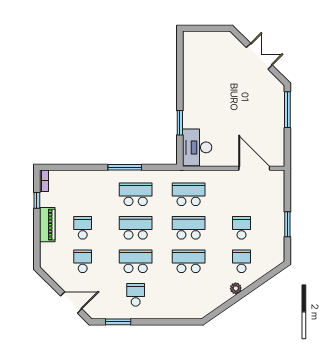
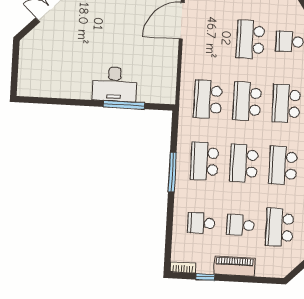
window: (180, 123) -> (124, 105), width x1.44
desk: (197, 147) -> (114, 84), moved
school desk: (83, 194) -> (201, 223), added
school desk: (242, 228) -> (250, 39), width x1.85
school desk: (83, 261) -> (280, 227), width x1.85

